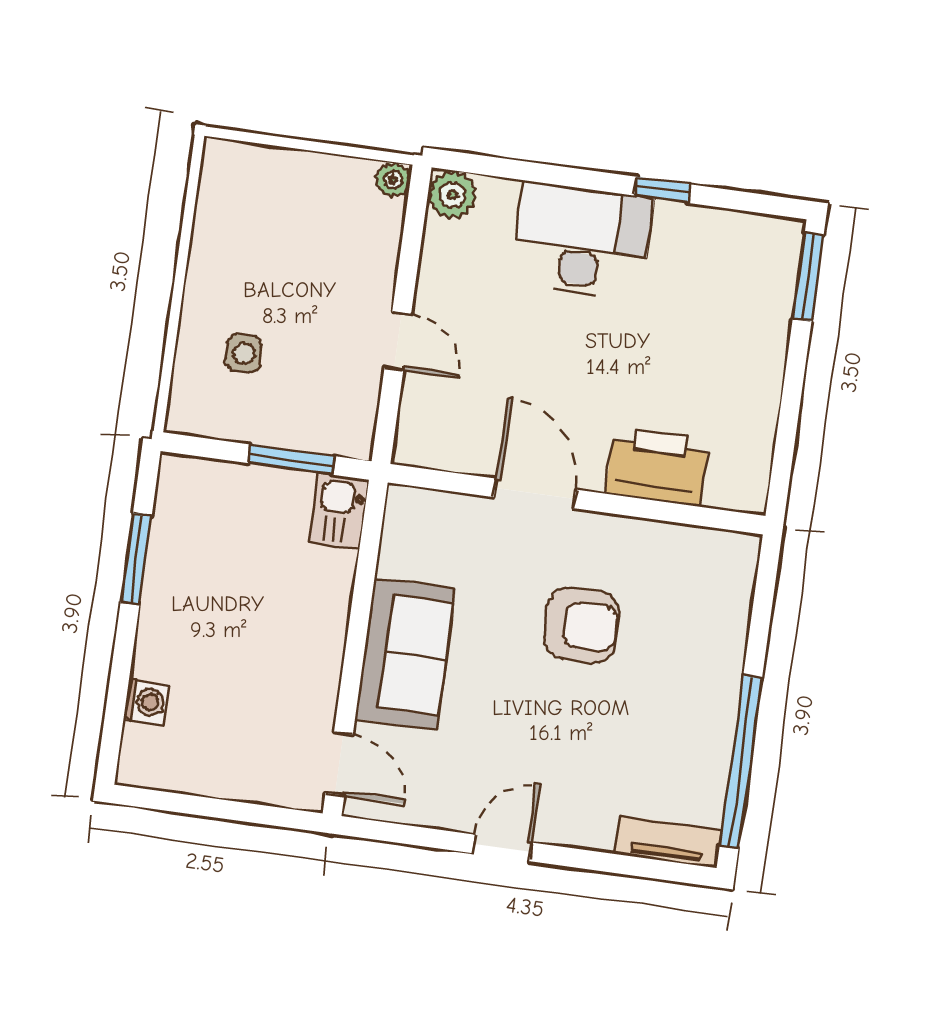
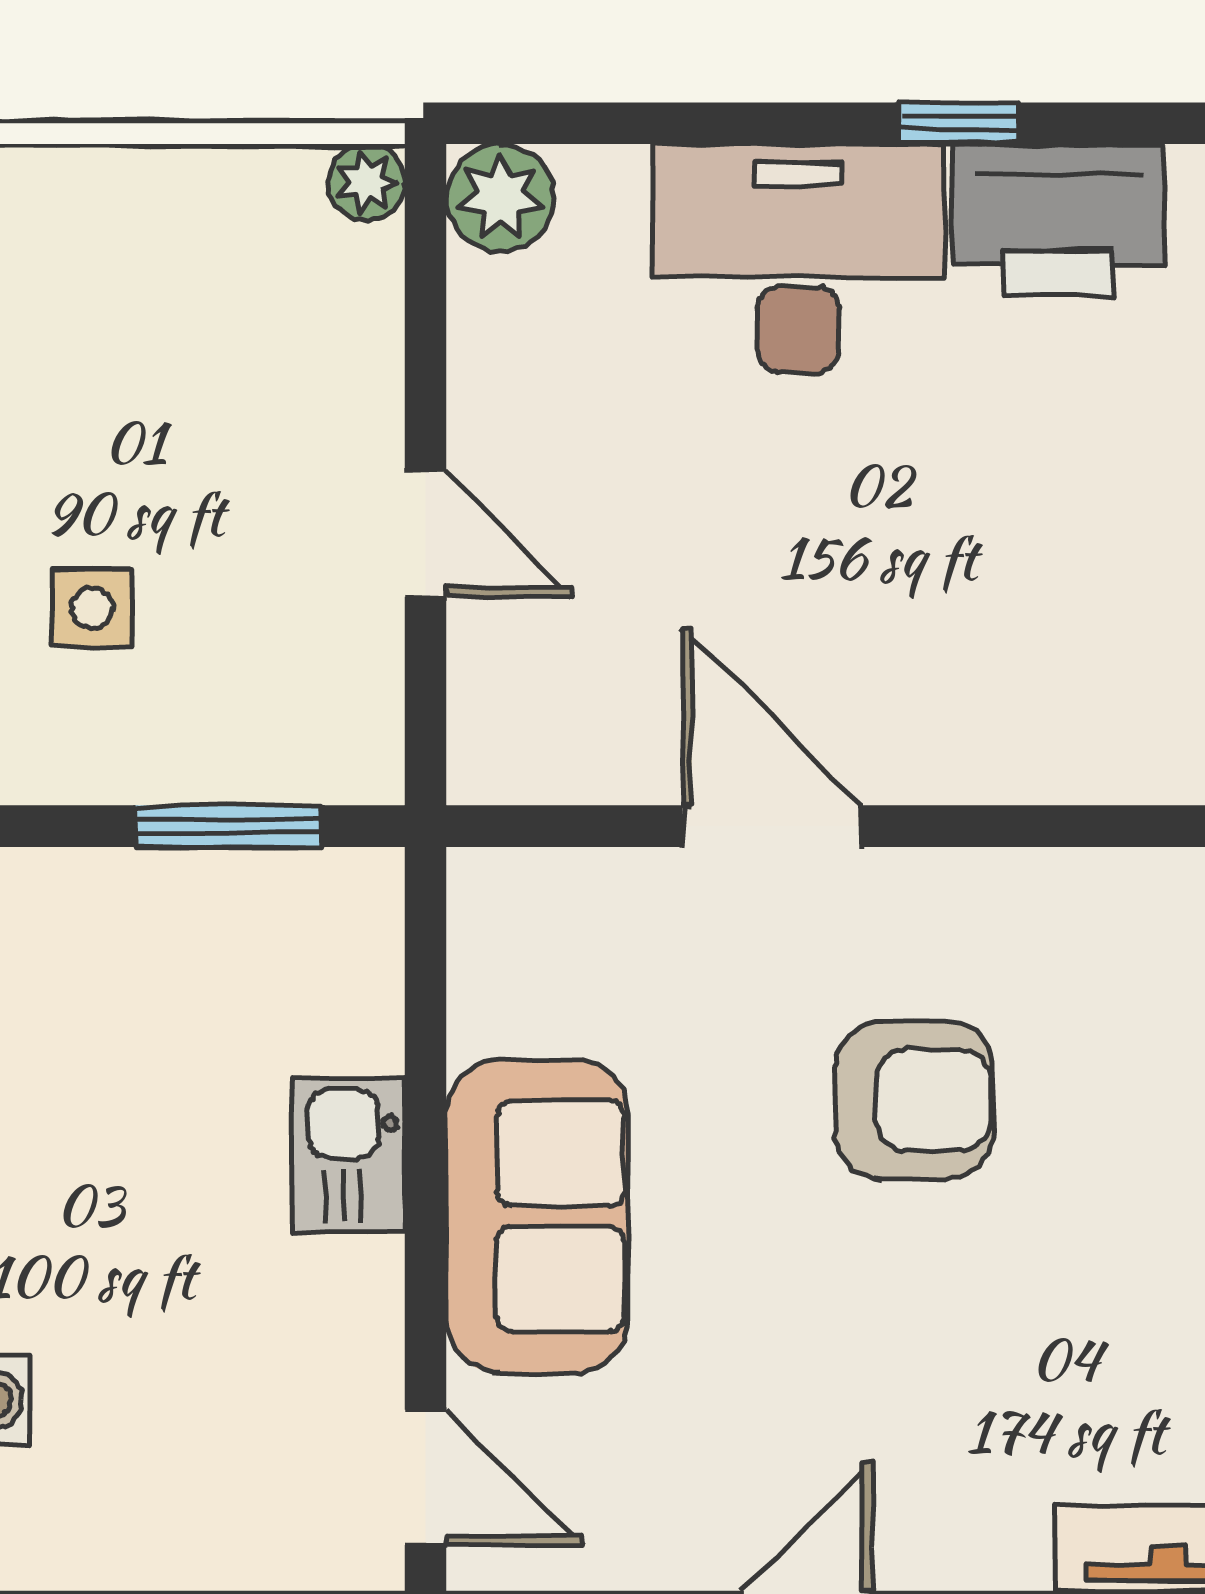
printer: (657, 466) -> (1058, 220), moved, turned 180
kitchen sink: (339, 511) -> (349, 1155), moved

